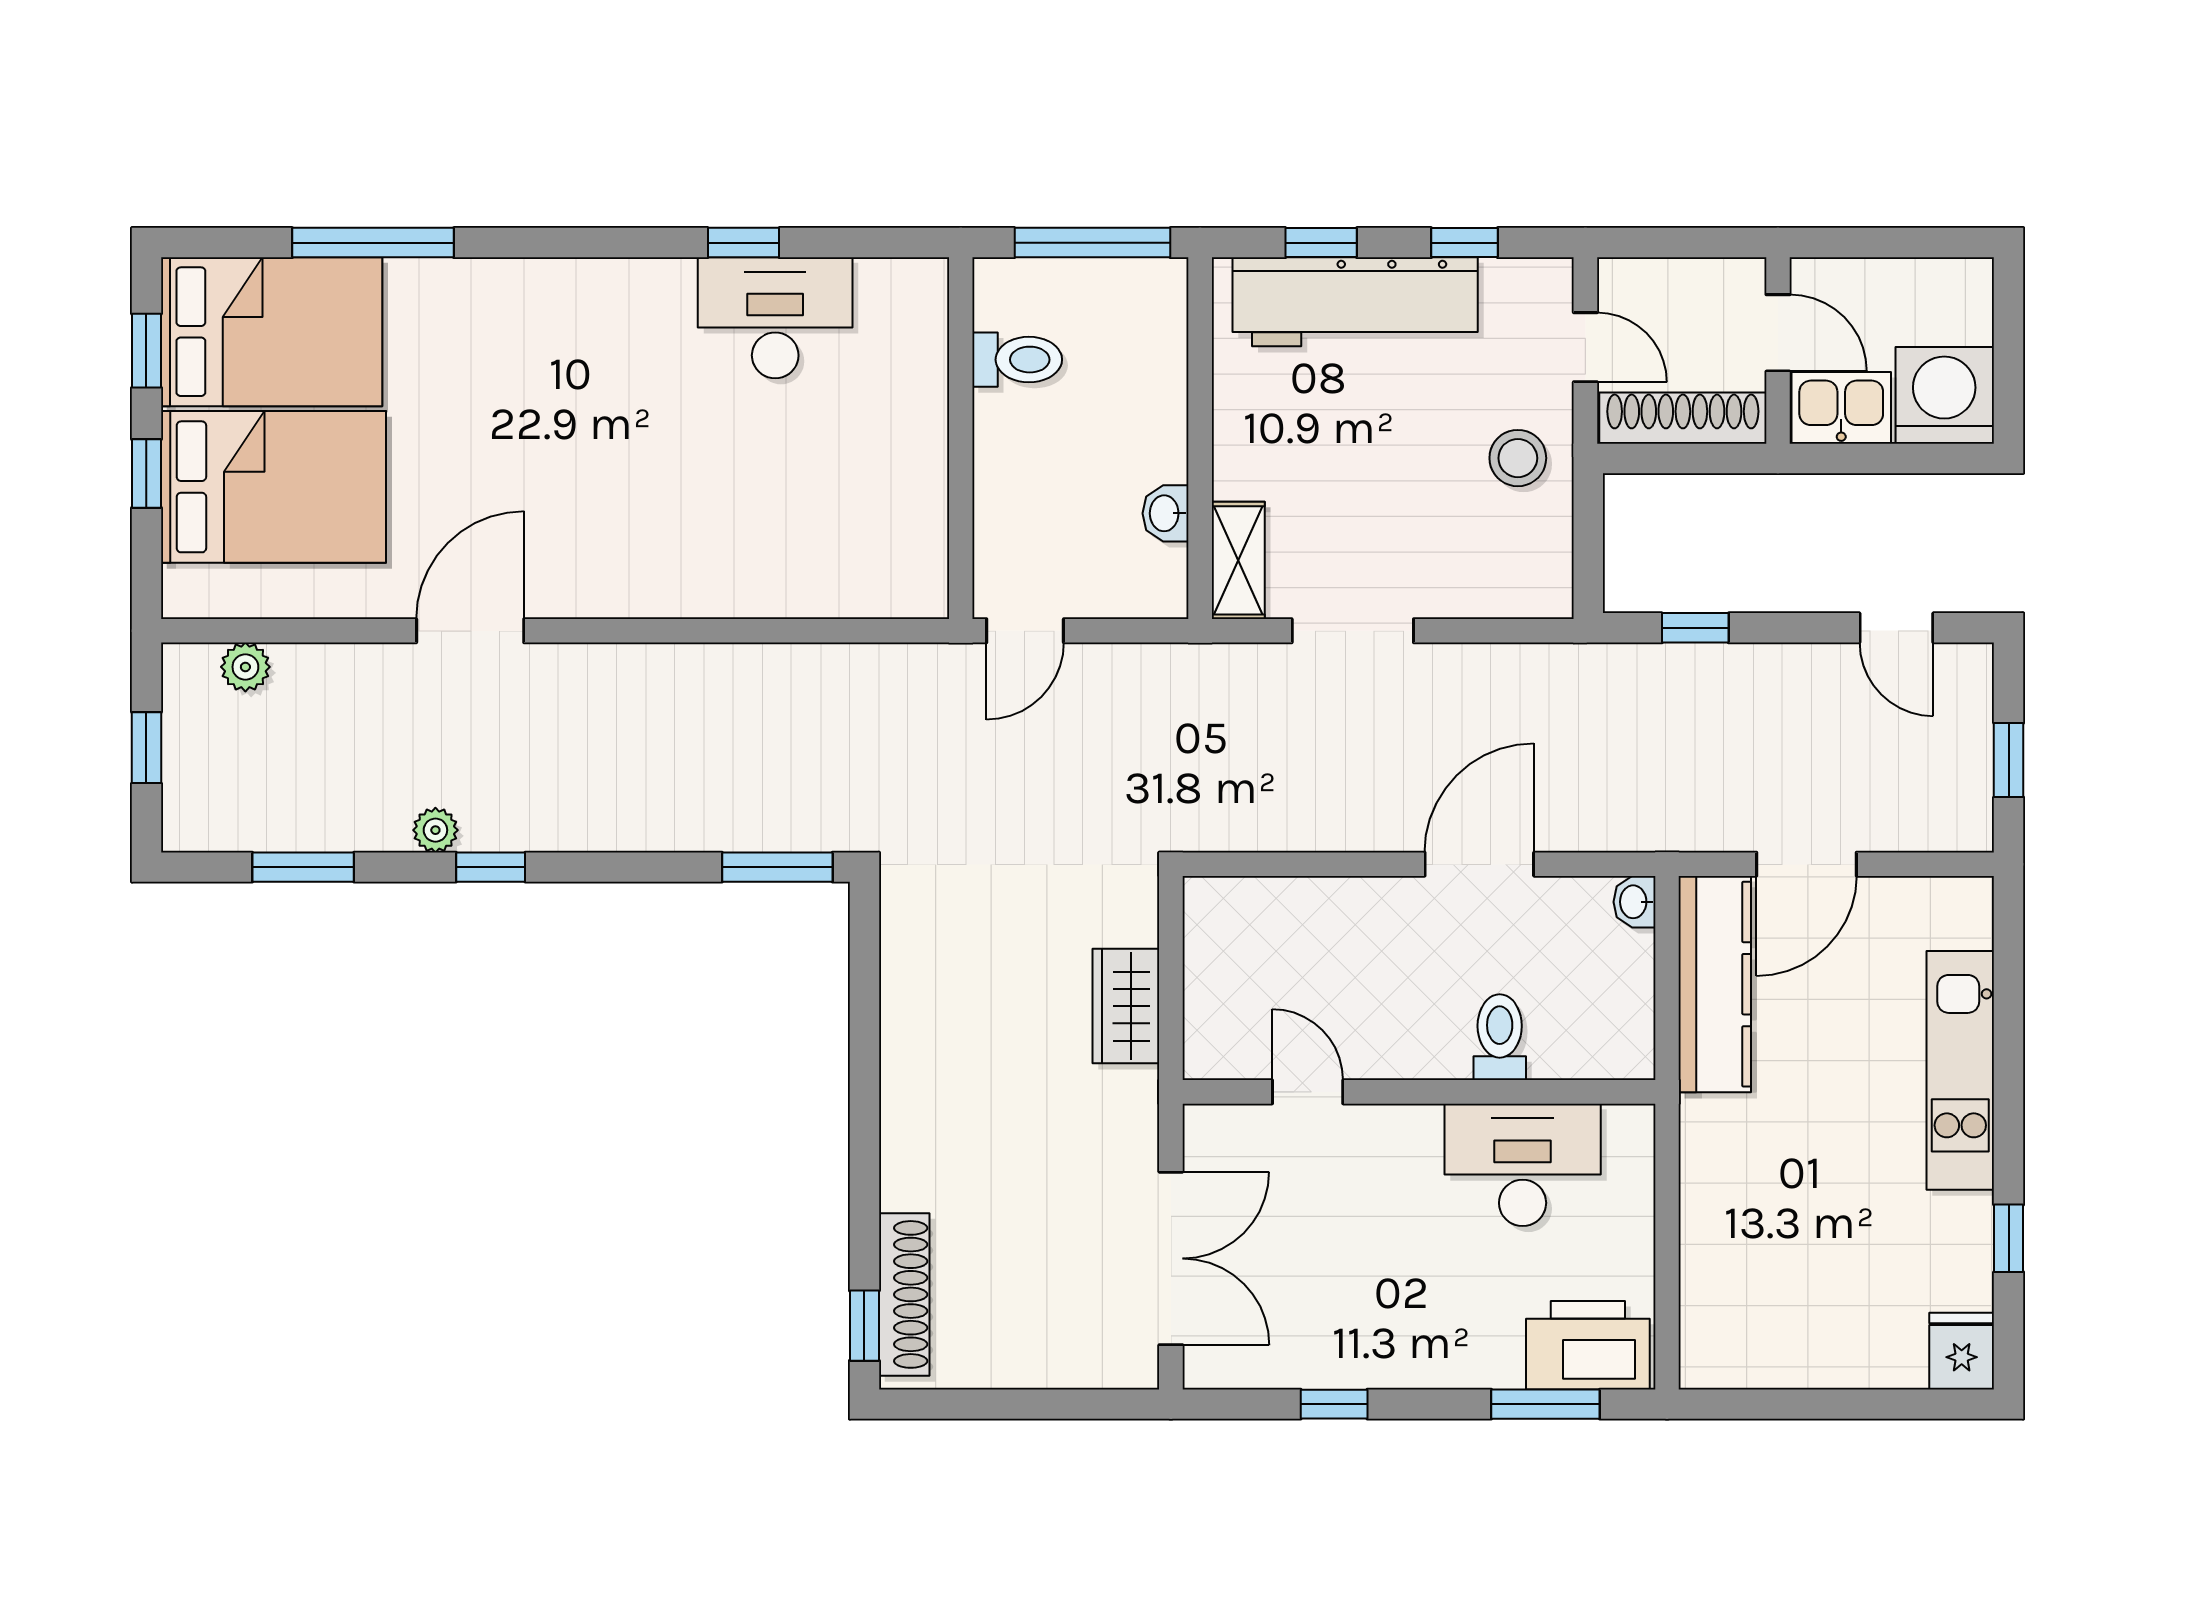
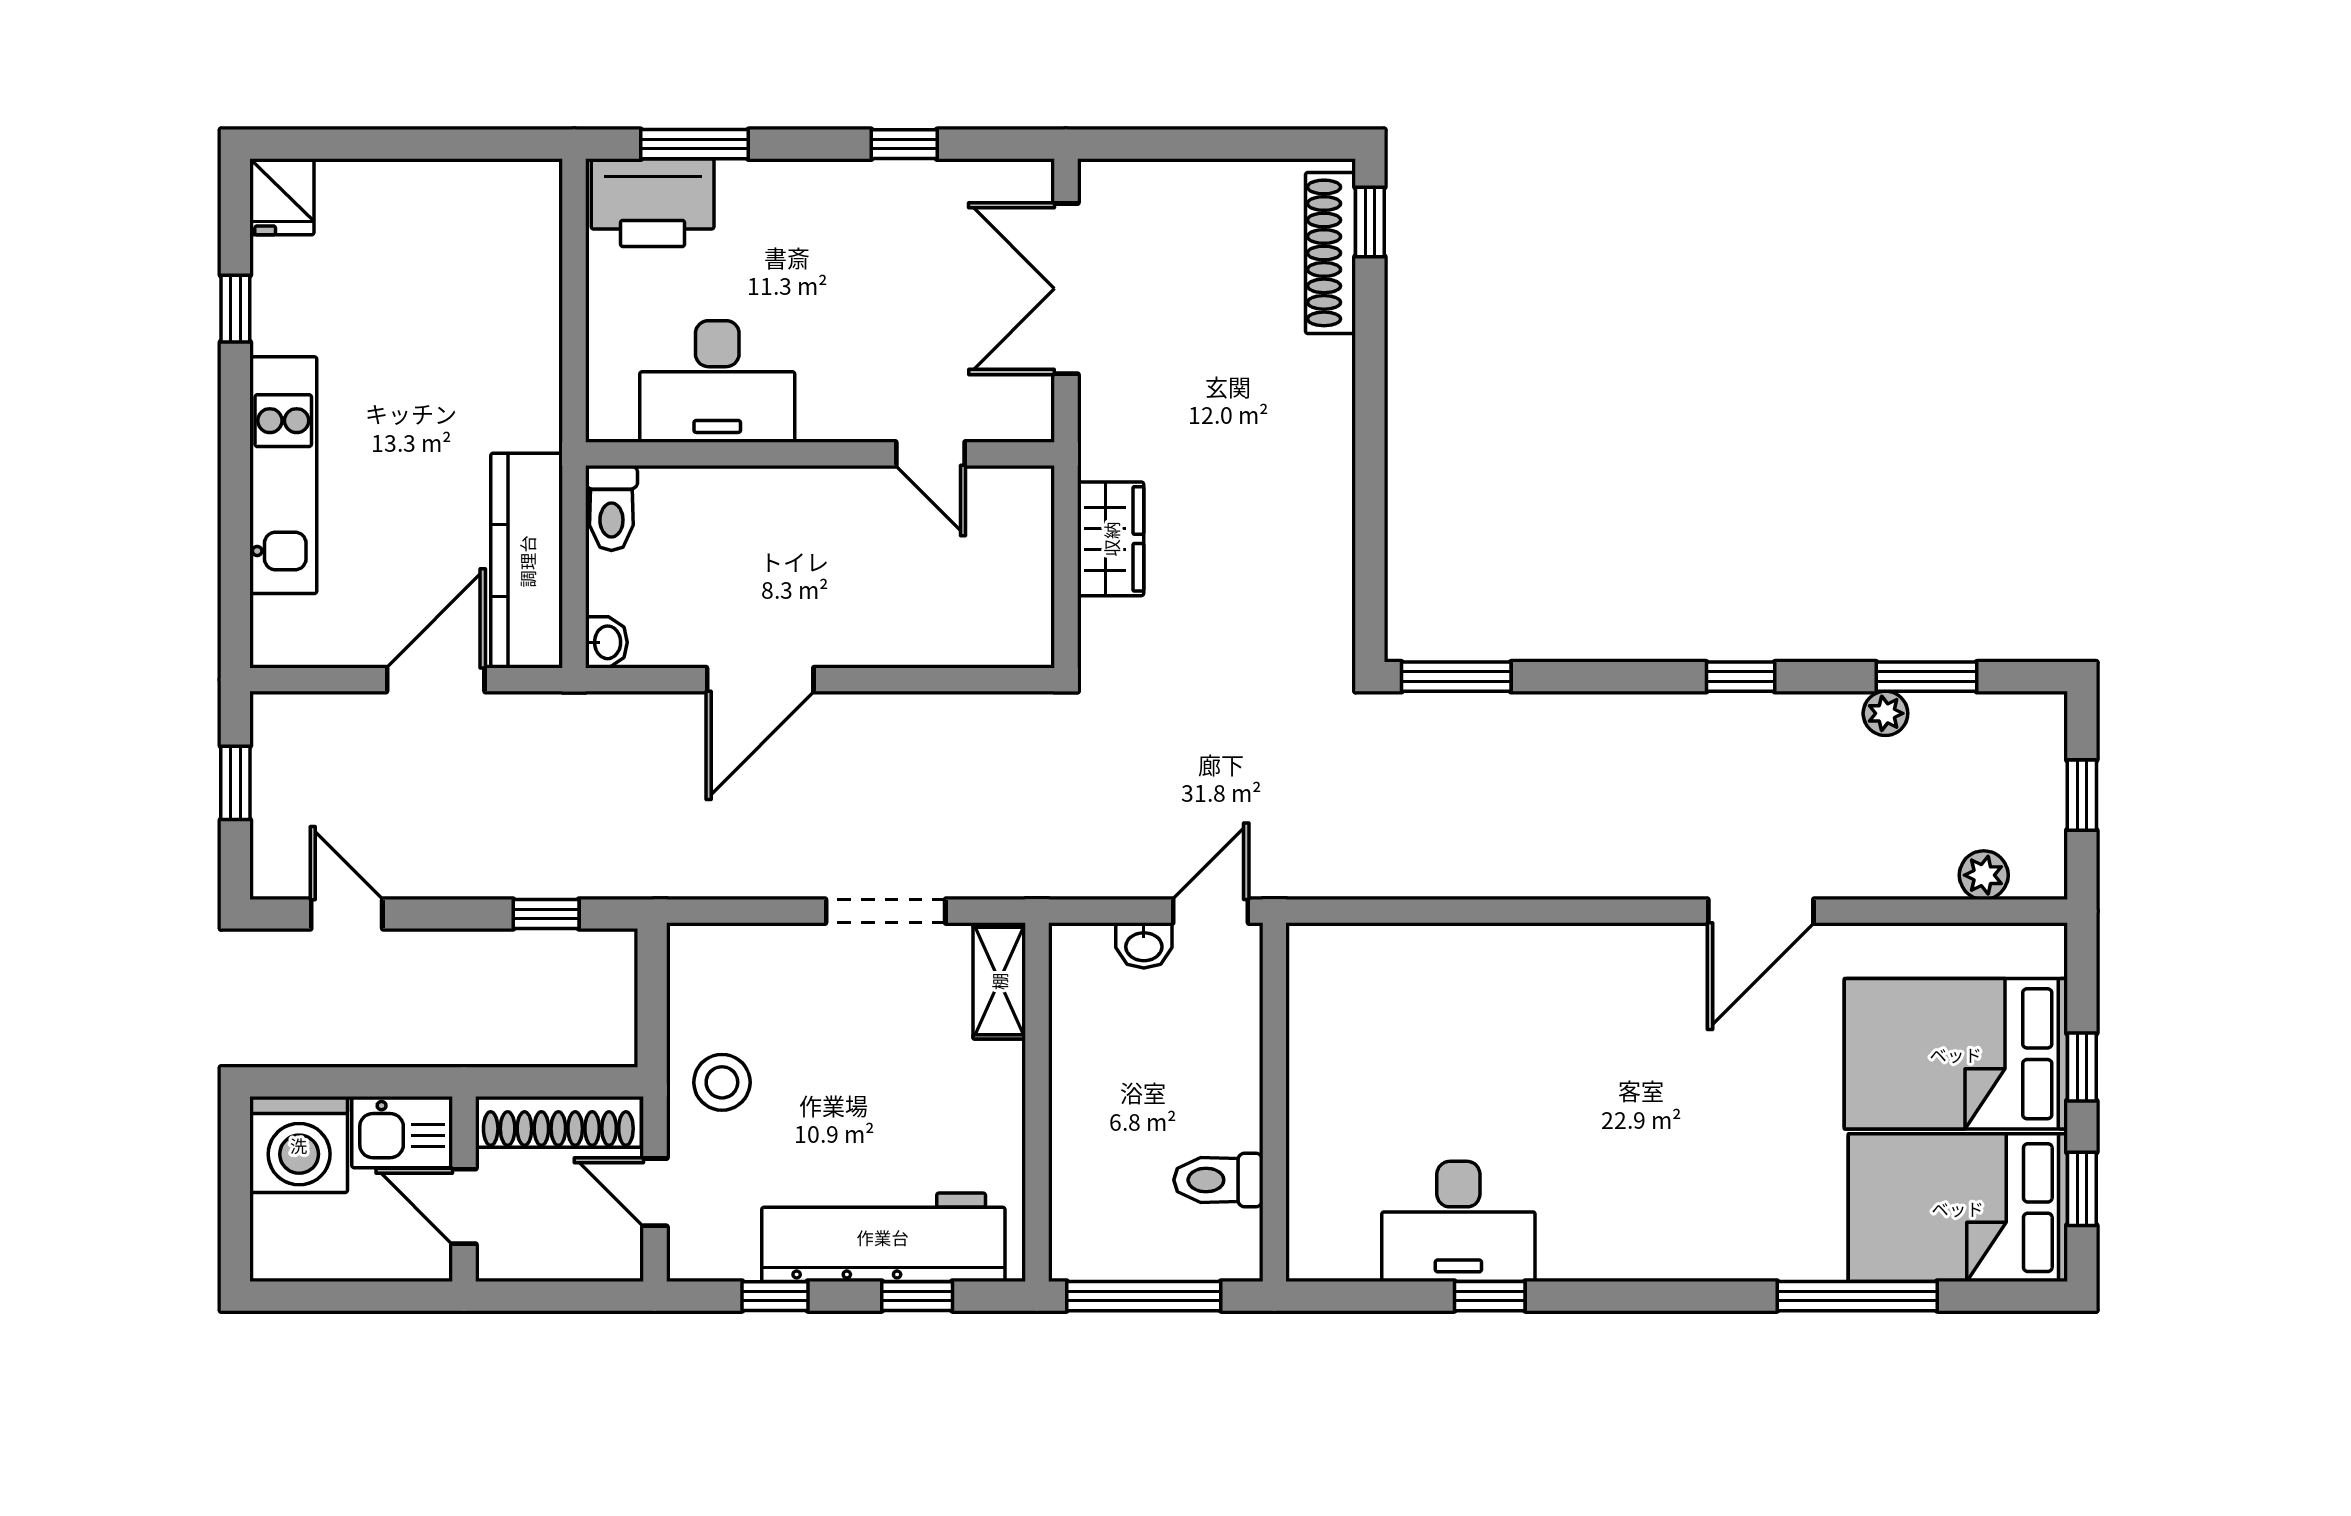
washbasin: (1166, 513) -> (1144, 945), moved, turned 90
plant: (435, 830) -> (1885, 713), moved
toilet: (1500, 1037) -> (611, 508), moved

